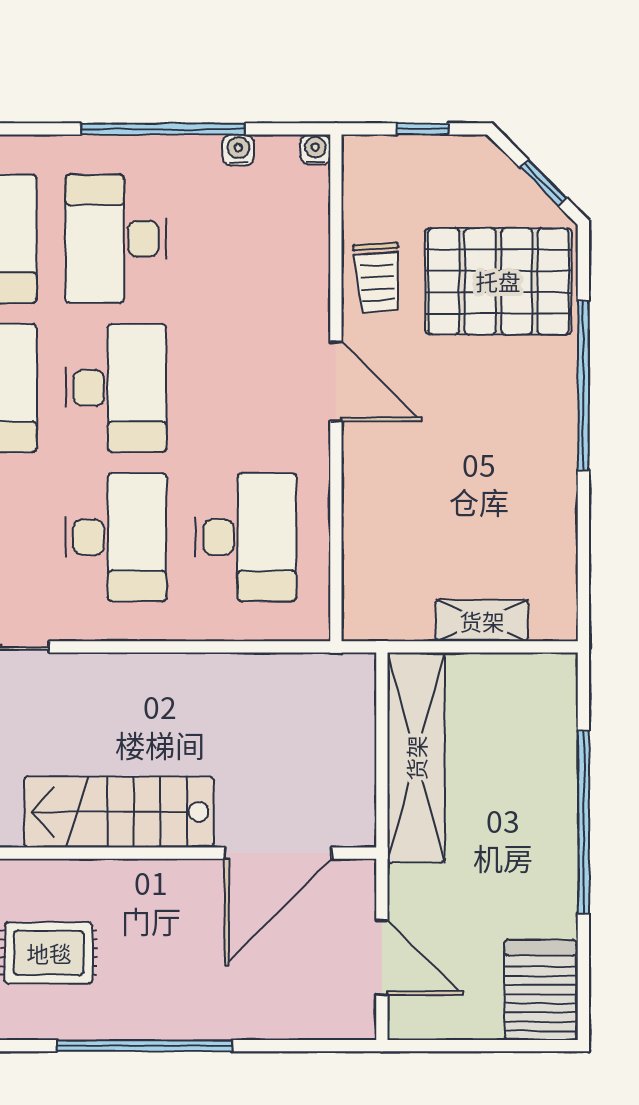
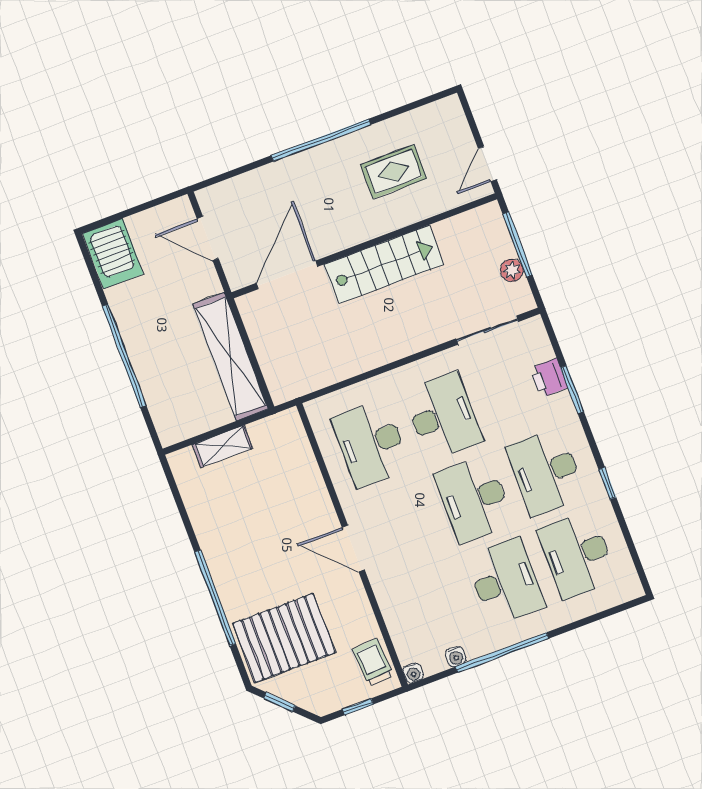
trolley: (378, 278) -> (373, 662), moved
desk: (116, 537) -> (443, 416), turned 180

